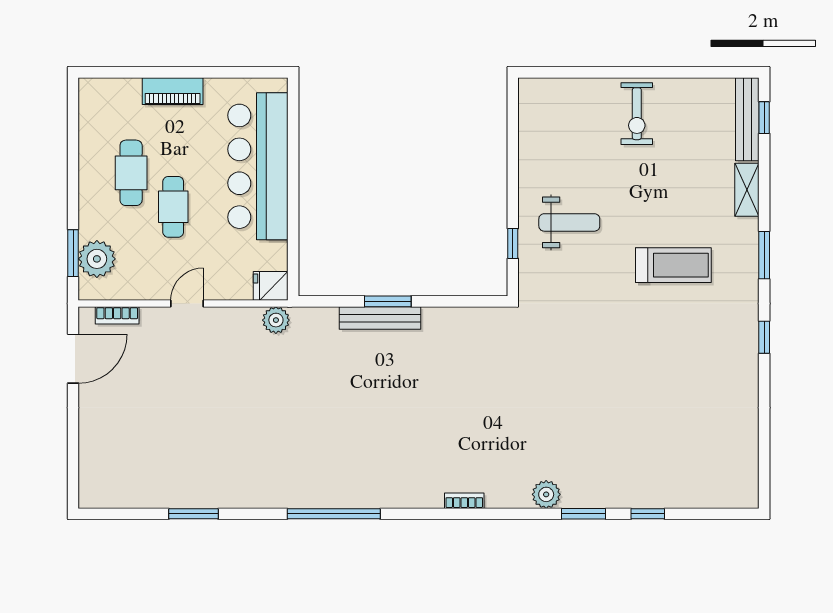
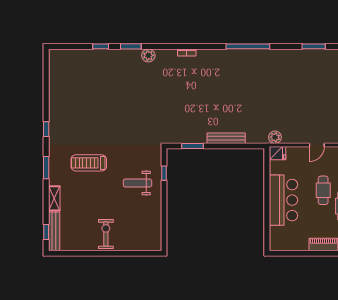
bar counter: (258, 166) -> (283, 200), width x0.73
window: (388, 301) -> (193, 146), moved

